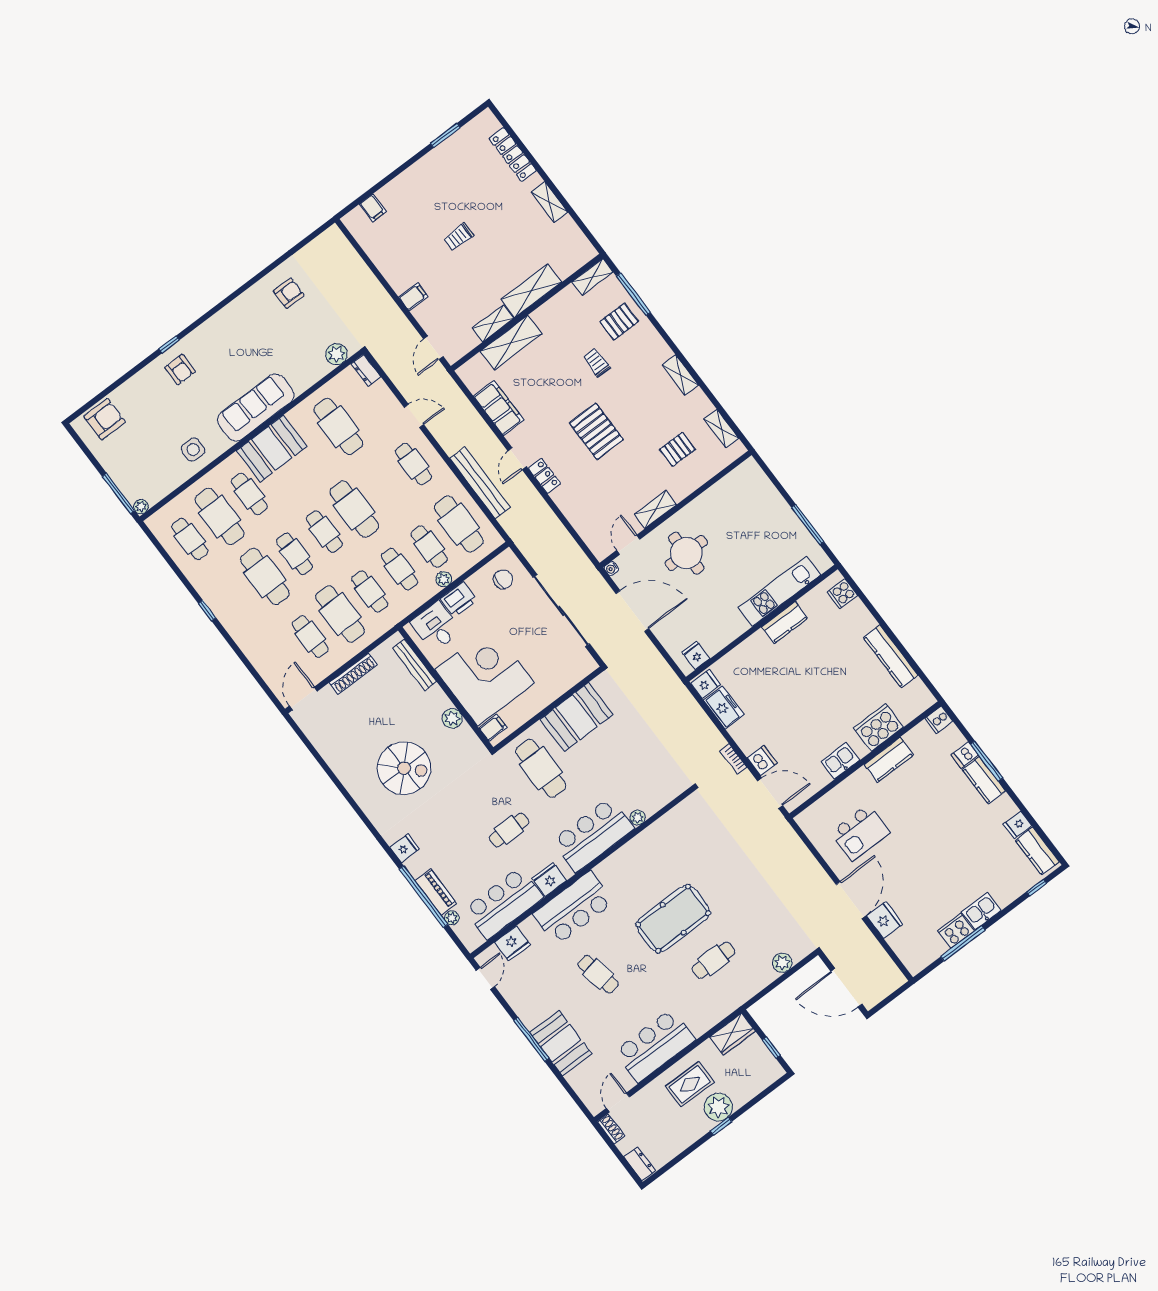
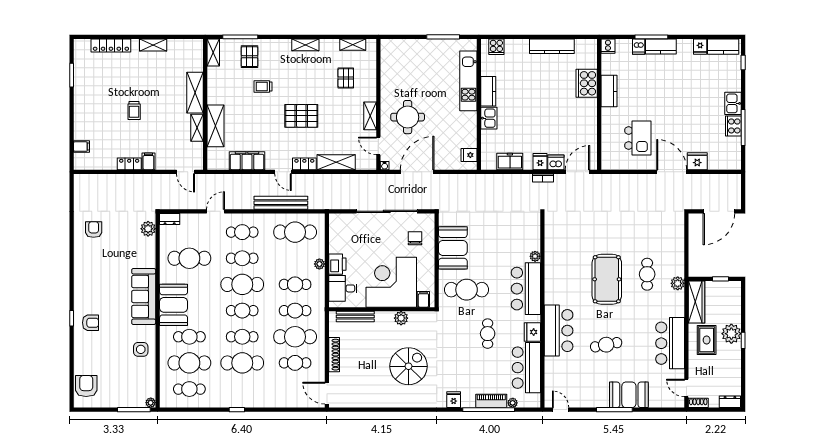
locker: (394, 277) -> (129, 164), added
shelving: (574, 511) -> (336, 162), added
cafe table: (429, 547) -> (242, 258), moved
chair: (503, 579) -> (415, 238), moved
fridge: (706, 684) -> (540, 162), moved
kitchen sink: (840, 761) -> (489, 118), moved, turned 180
fridge: (512, 943) -> (553, 380), removed
plant: (782, 963) -> (678, 283), moved
wardrobe: (732, 1034) -> (697, 302), width x1.50

